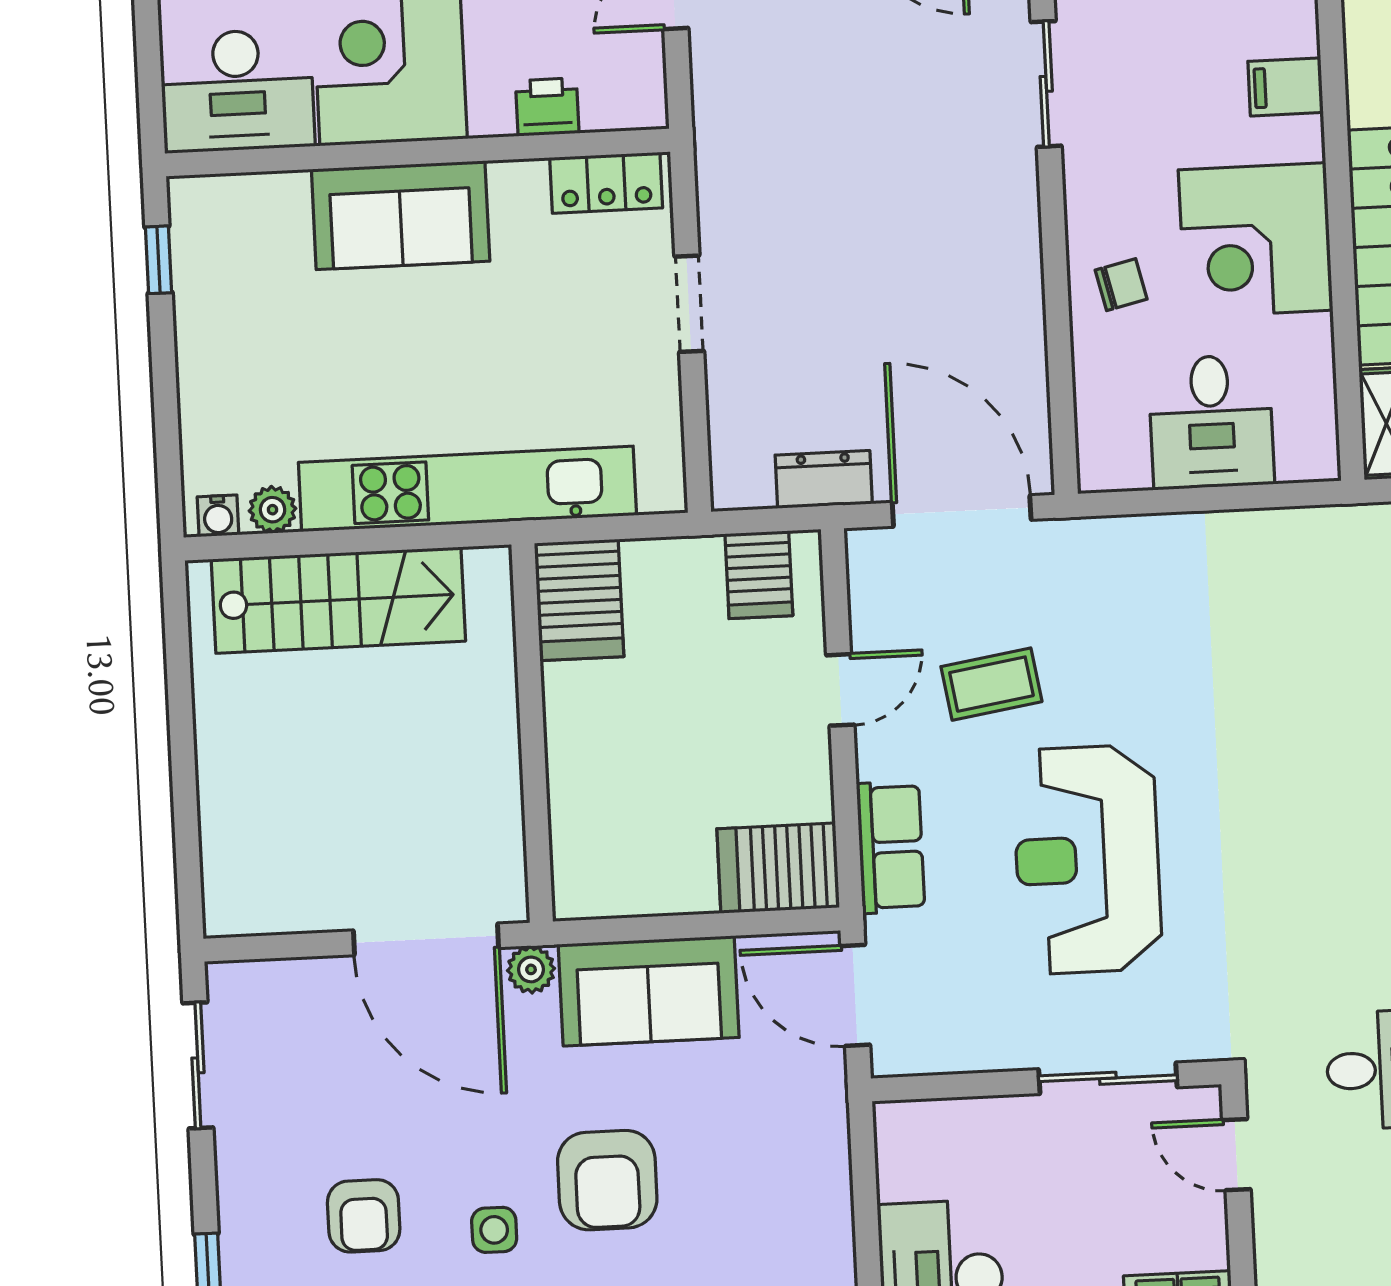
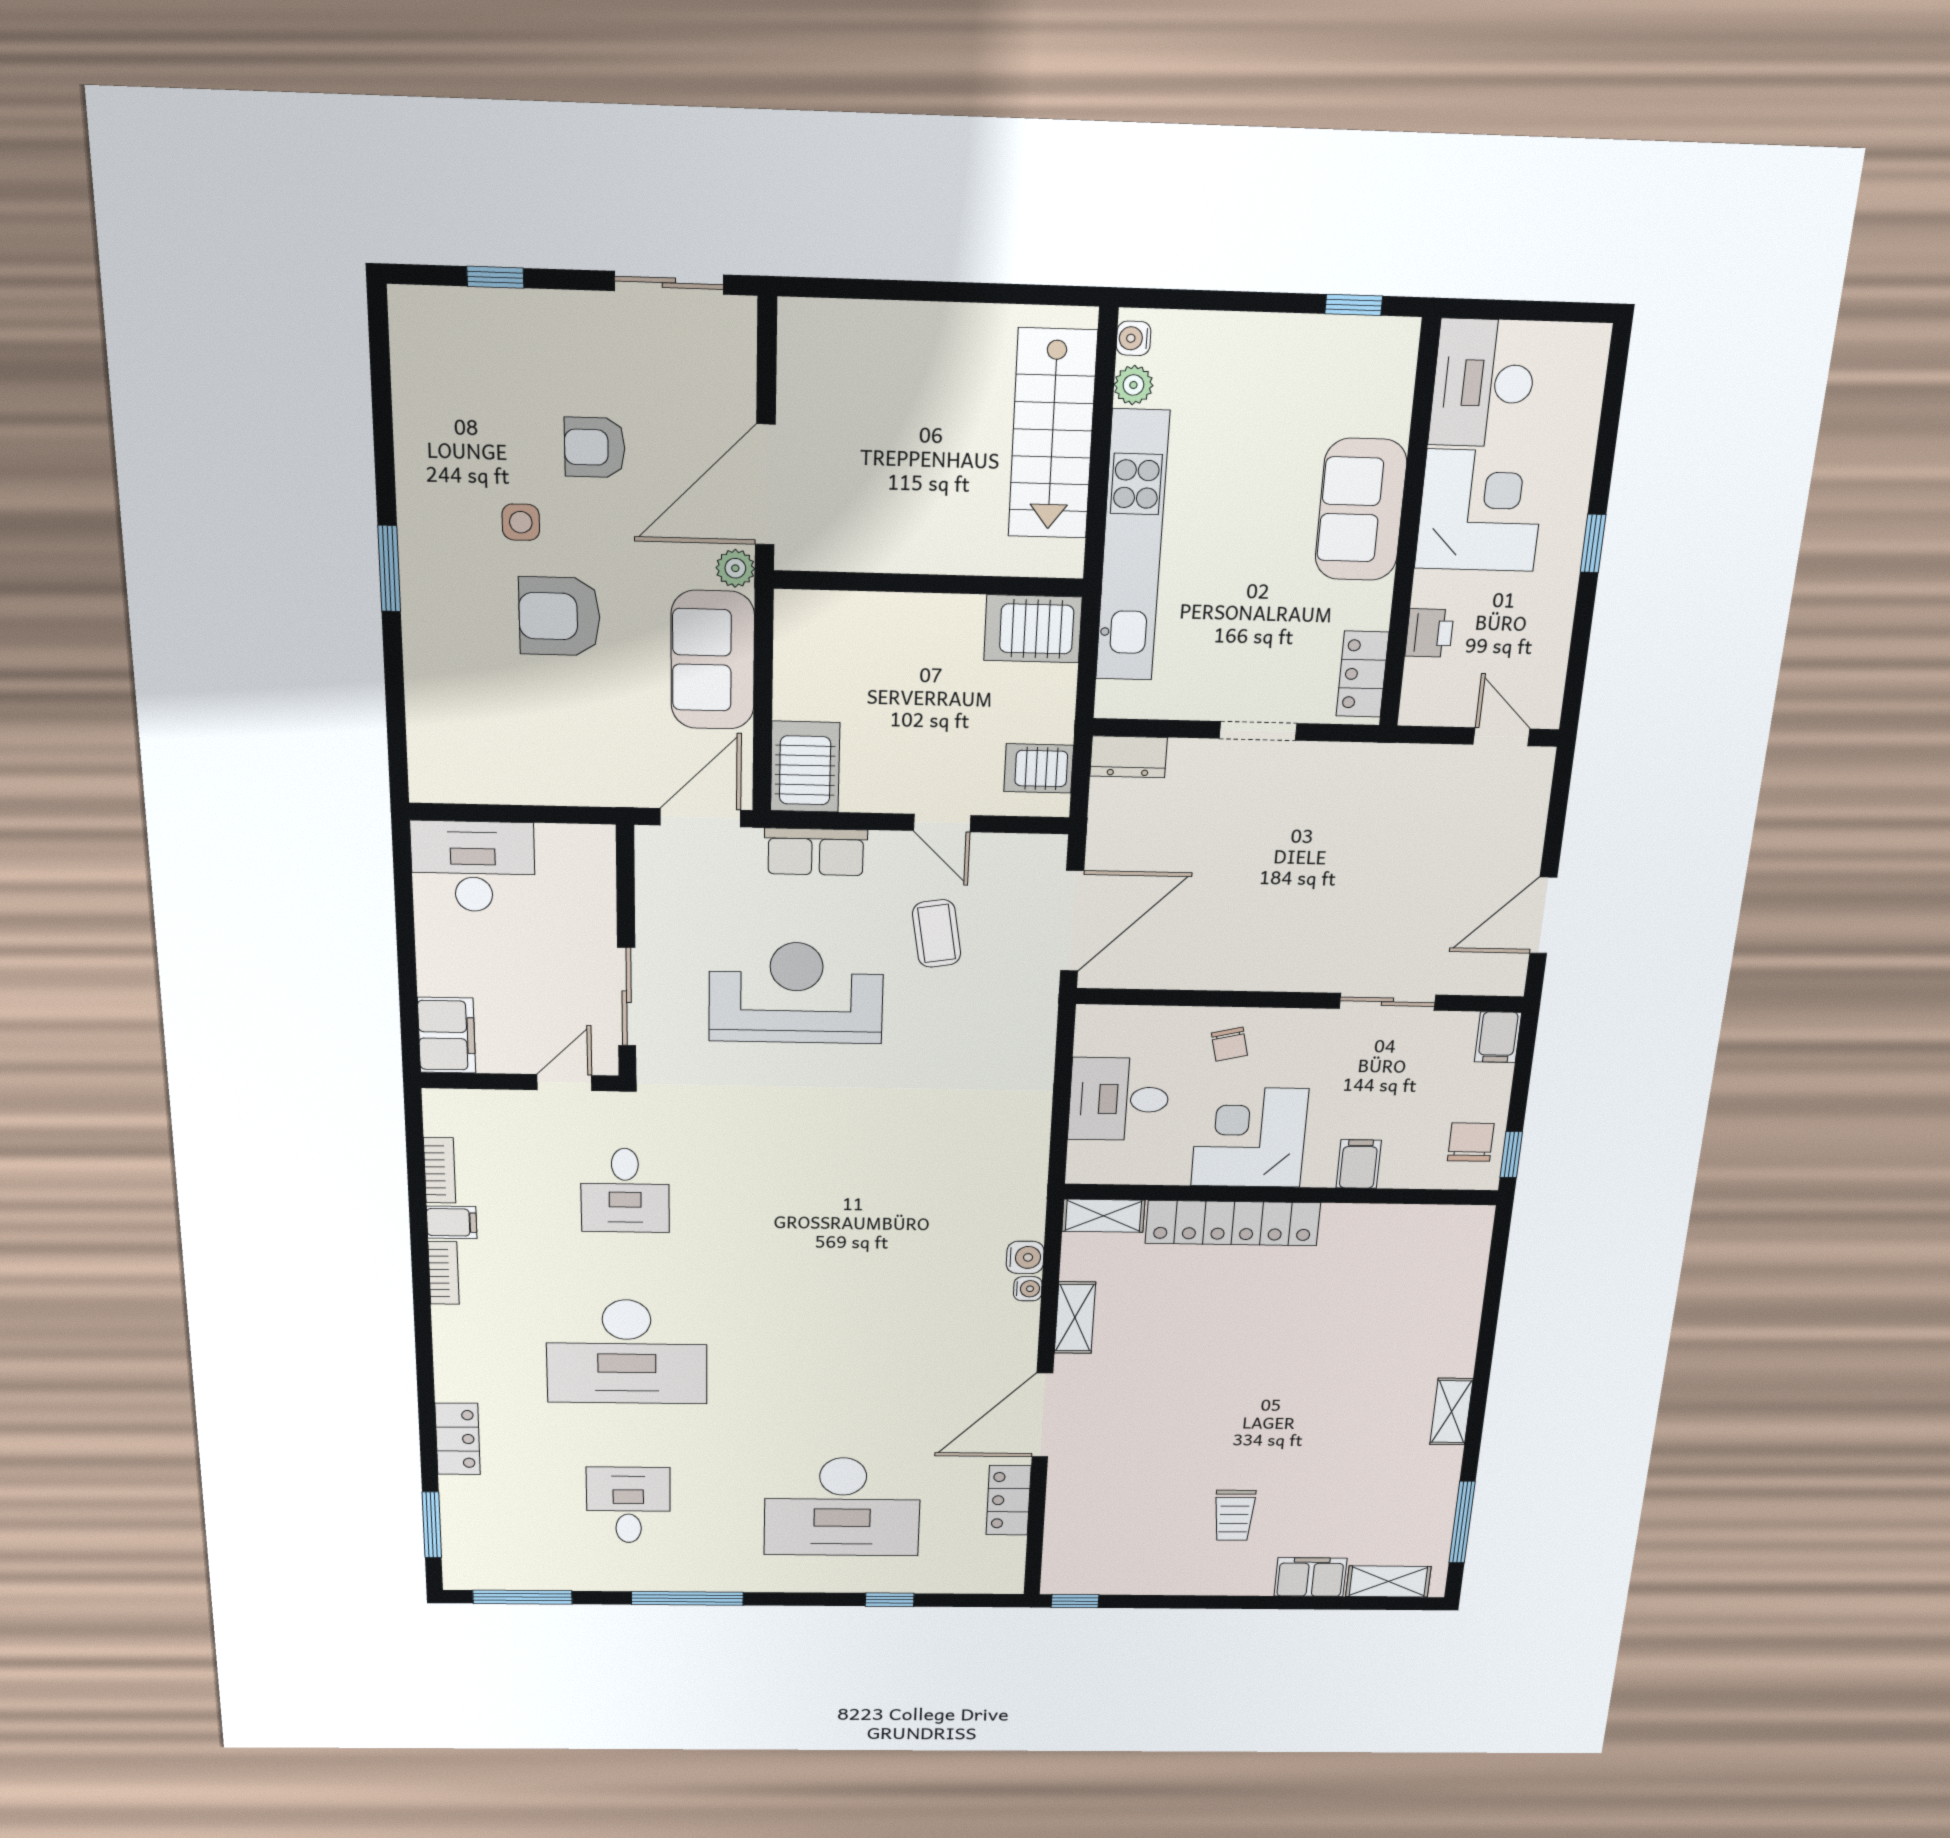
dresser: (824, 479) -> (1129, 757), moved, turned 90
armchair: (364, 1216) -> (595, 447), moved

